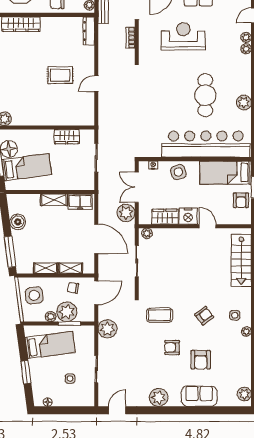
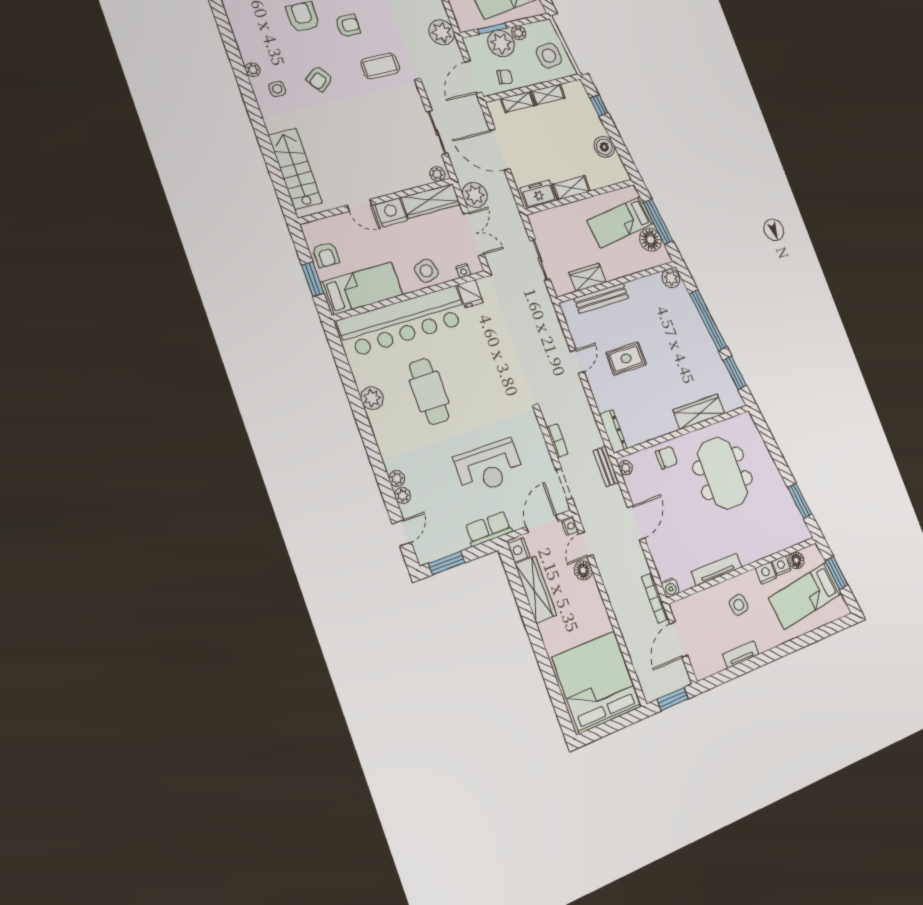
bench: (62, 120) -> (601, 298), added
fridge: (154, 149) -> (470, 294), added
armchair: (241, 200) -> (326, 255), turned 180
wardrobe: (165, 217) -> (431, 201), width x1.50
window: (10, 252) -> (599, 106), width x0.46

